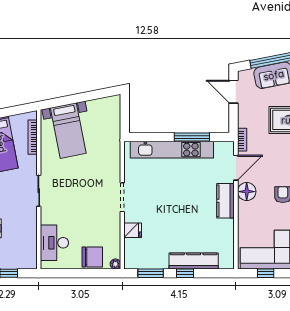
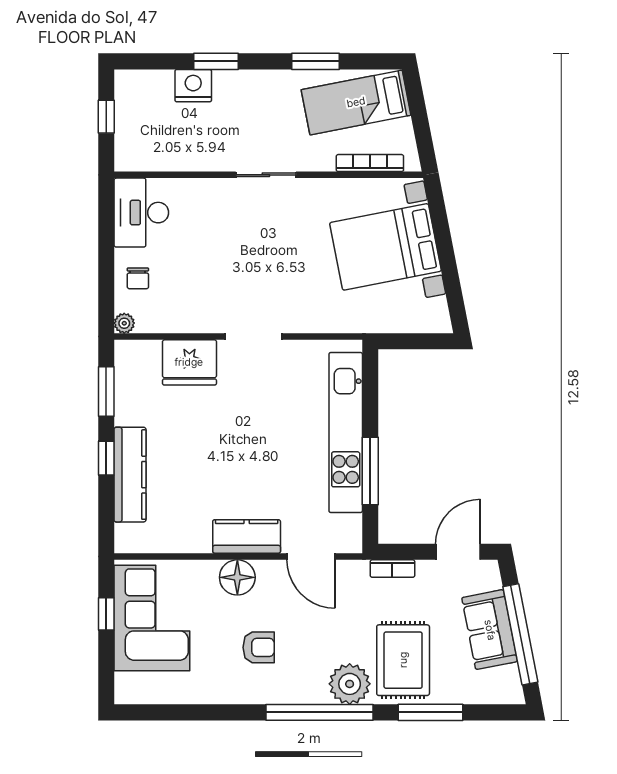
bed with nightstands: (68, 131) -> (385, 247), width x1.36
bookcase: (242, 140) -> (392, 569), moved
floor lamp: (247, 192) -> (237, 577), moved
fridge: (133, 230) -> (189, 362), width x1.88, depth x1.34
desk: (54, 243) -> (141, 213), moved, turned -90
chair: (92, 257) -> (138, 278), width x0.54, depth x0.54

